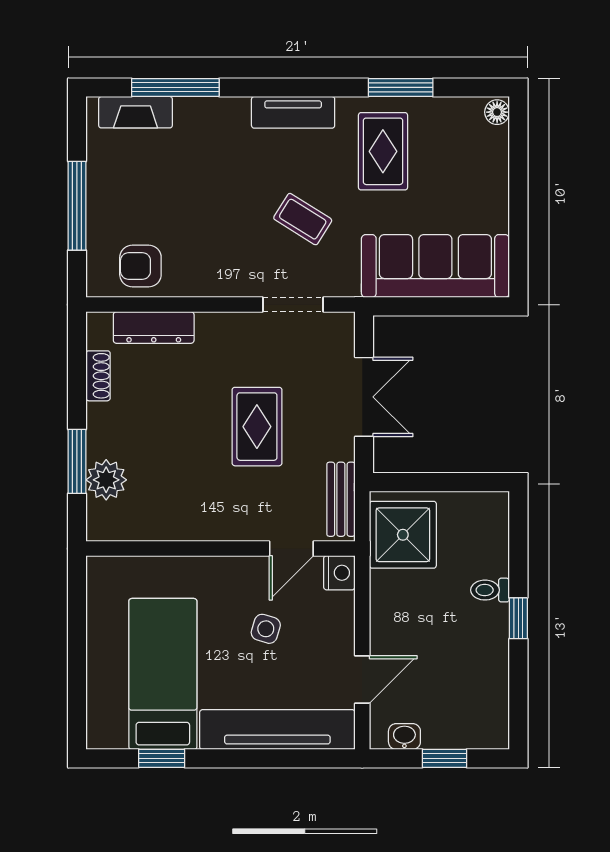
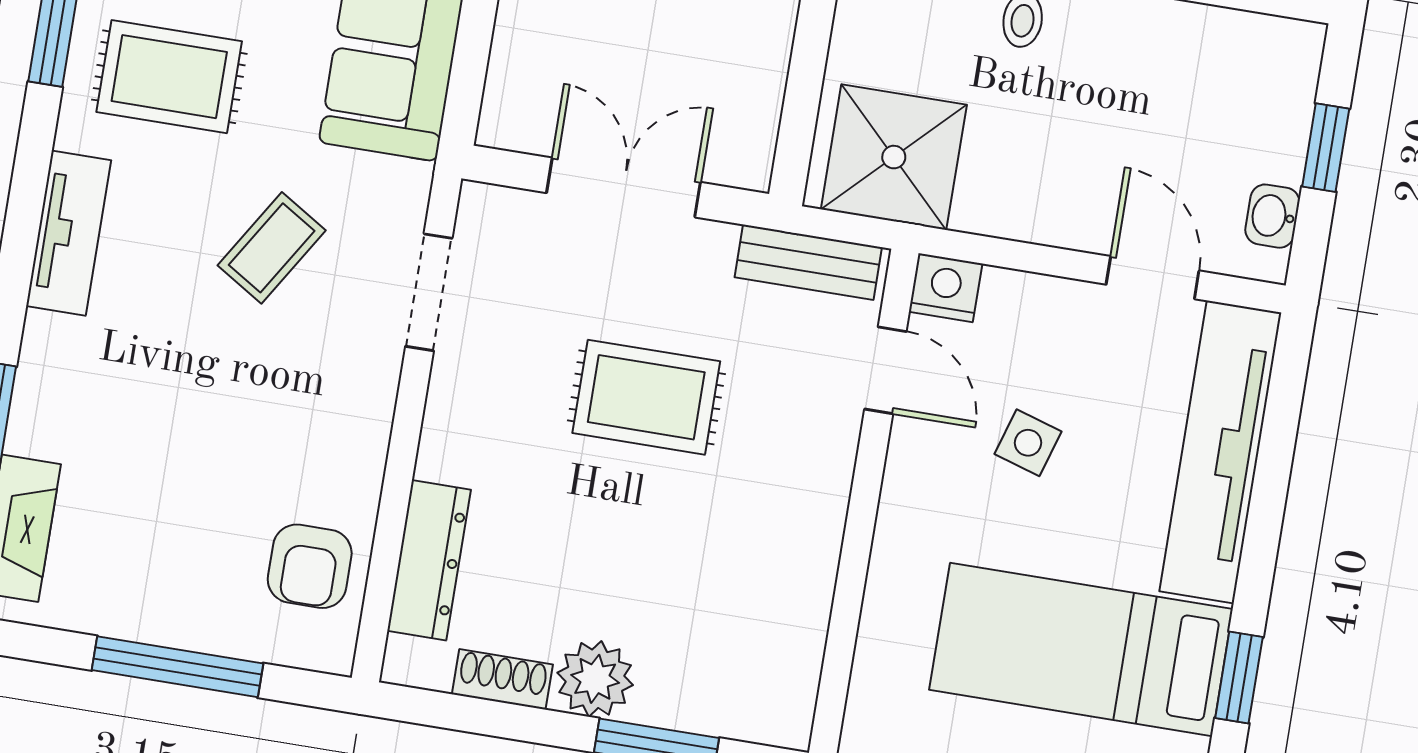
plant: (106, 480) -> (595, 679), moved

